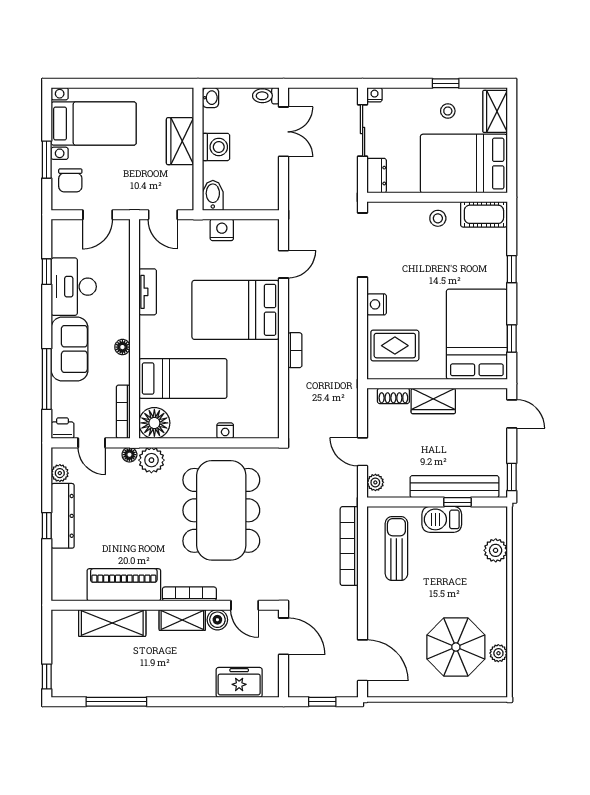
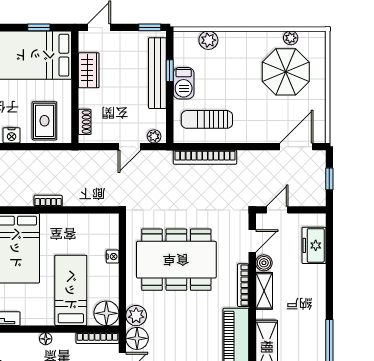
wardrobe: (433, 401) -> (89, 70), moved
floor lamp: (129, 455) -> (137, 338), width x1.89, depth x1.89
door: (284, 636) -> (277, 210), width x0.73

